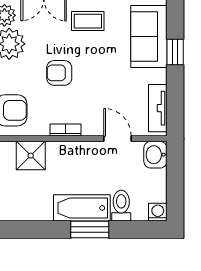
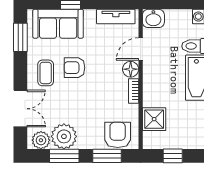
armchair: (59, 73) -> (74, 68), moved, turned 90
floor lamp: (92, 126) -> (131, 69), added

